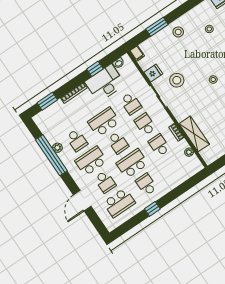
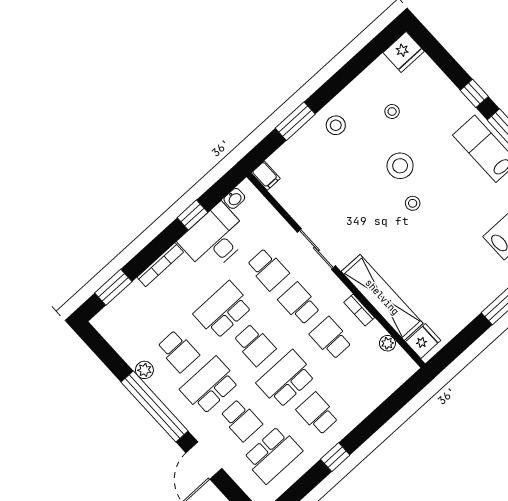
fridge: (153, 73) -> (423, 341), moved
stool: (177, 80) -> (400, 166), moved
shelving: (194, 134) -> (382, 297), width x1.47
window: (51, 155) -> (155, 407), moved

